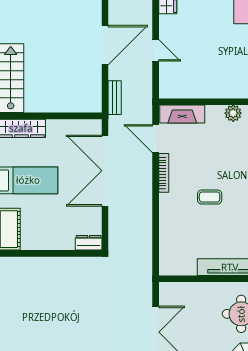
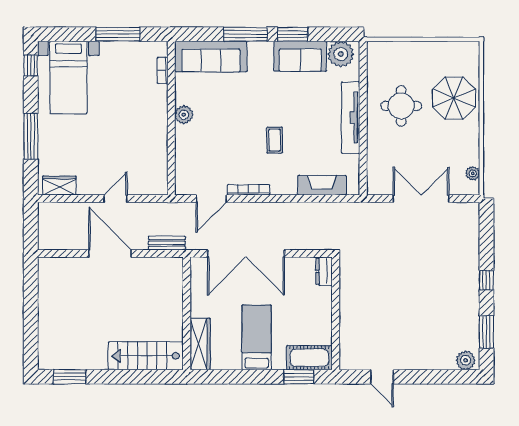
fireplace: (182, 114) -> (322, 185), moved, turned -90

